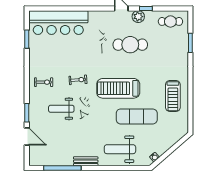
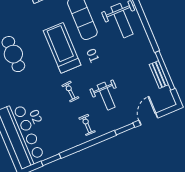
treadmill: (118, 88) -> (62, 48), turned 180
bench: (86, 161) -> (159, 75), moved

